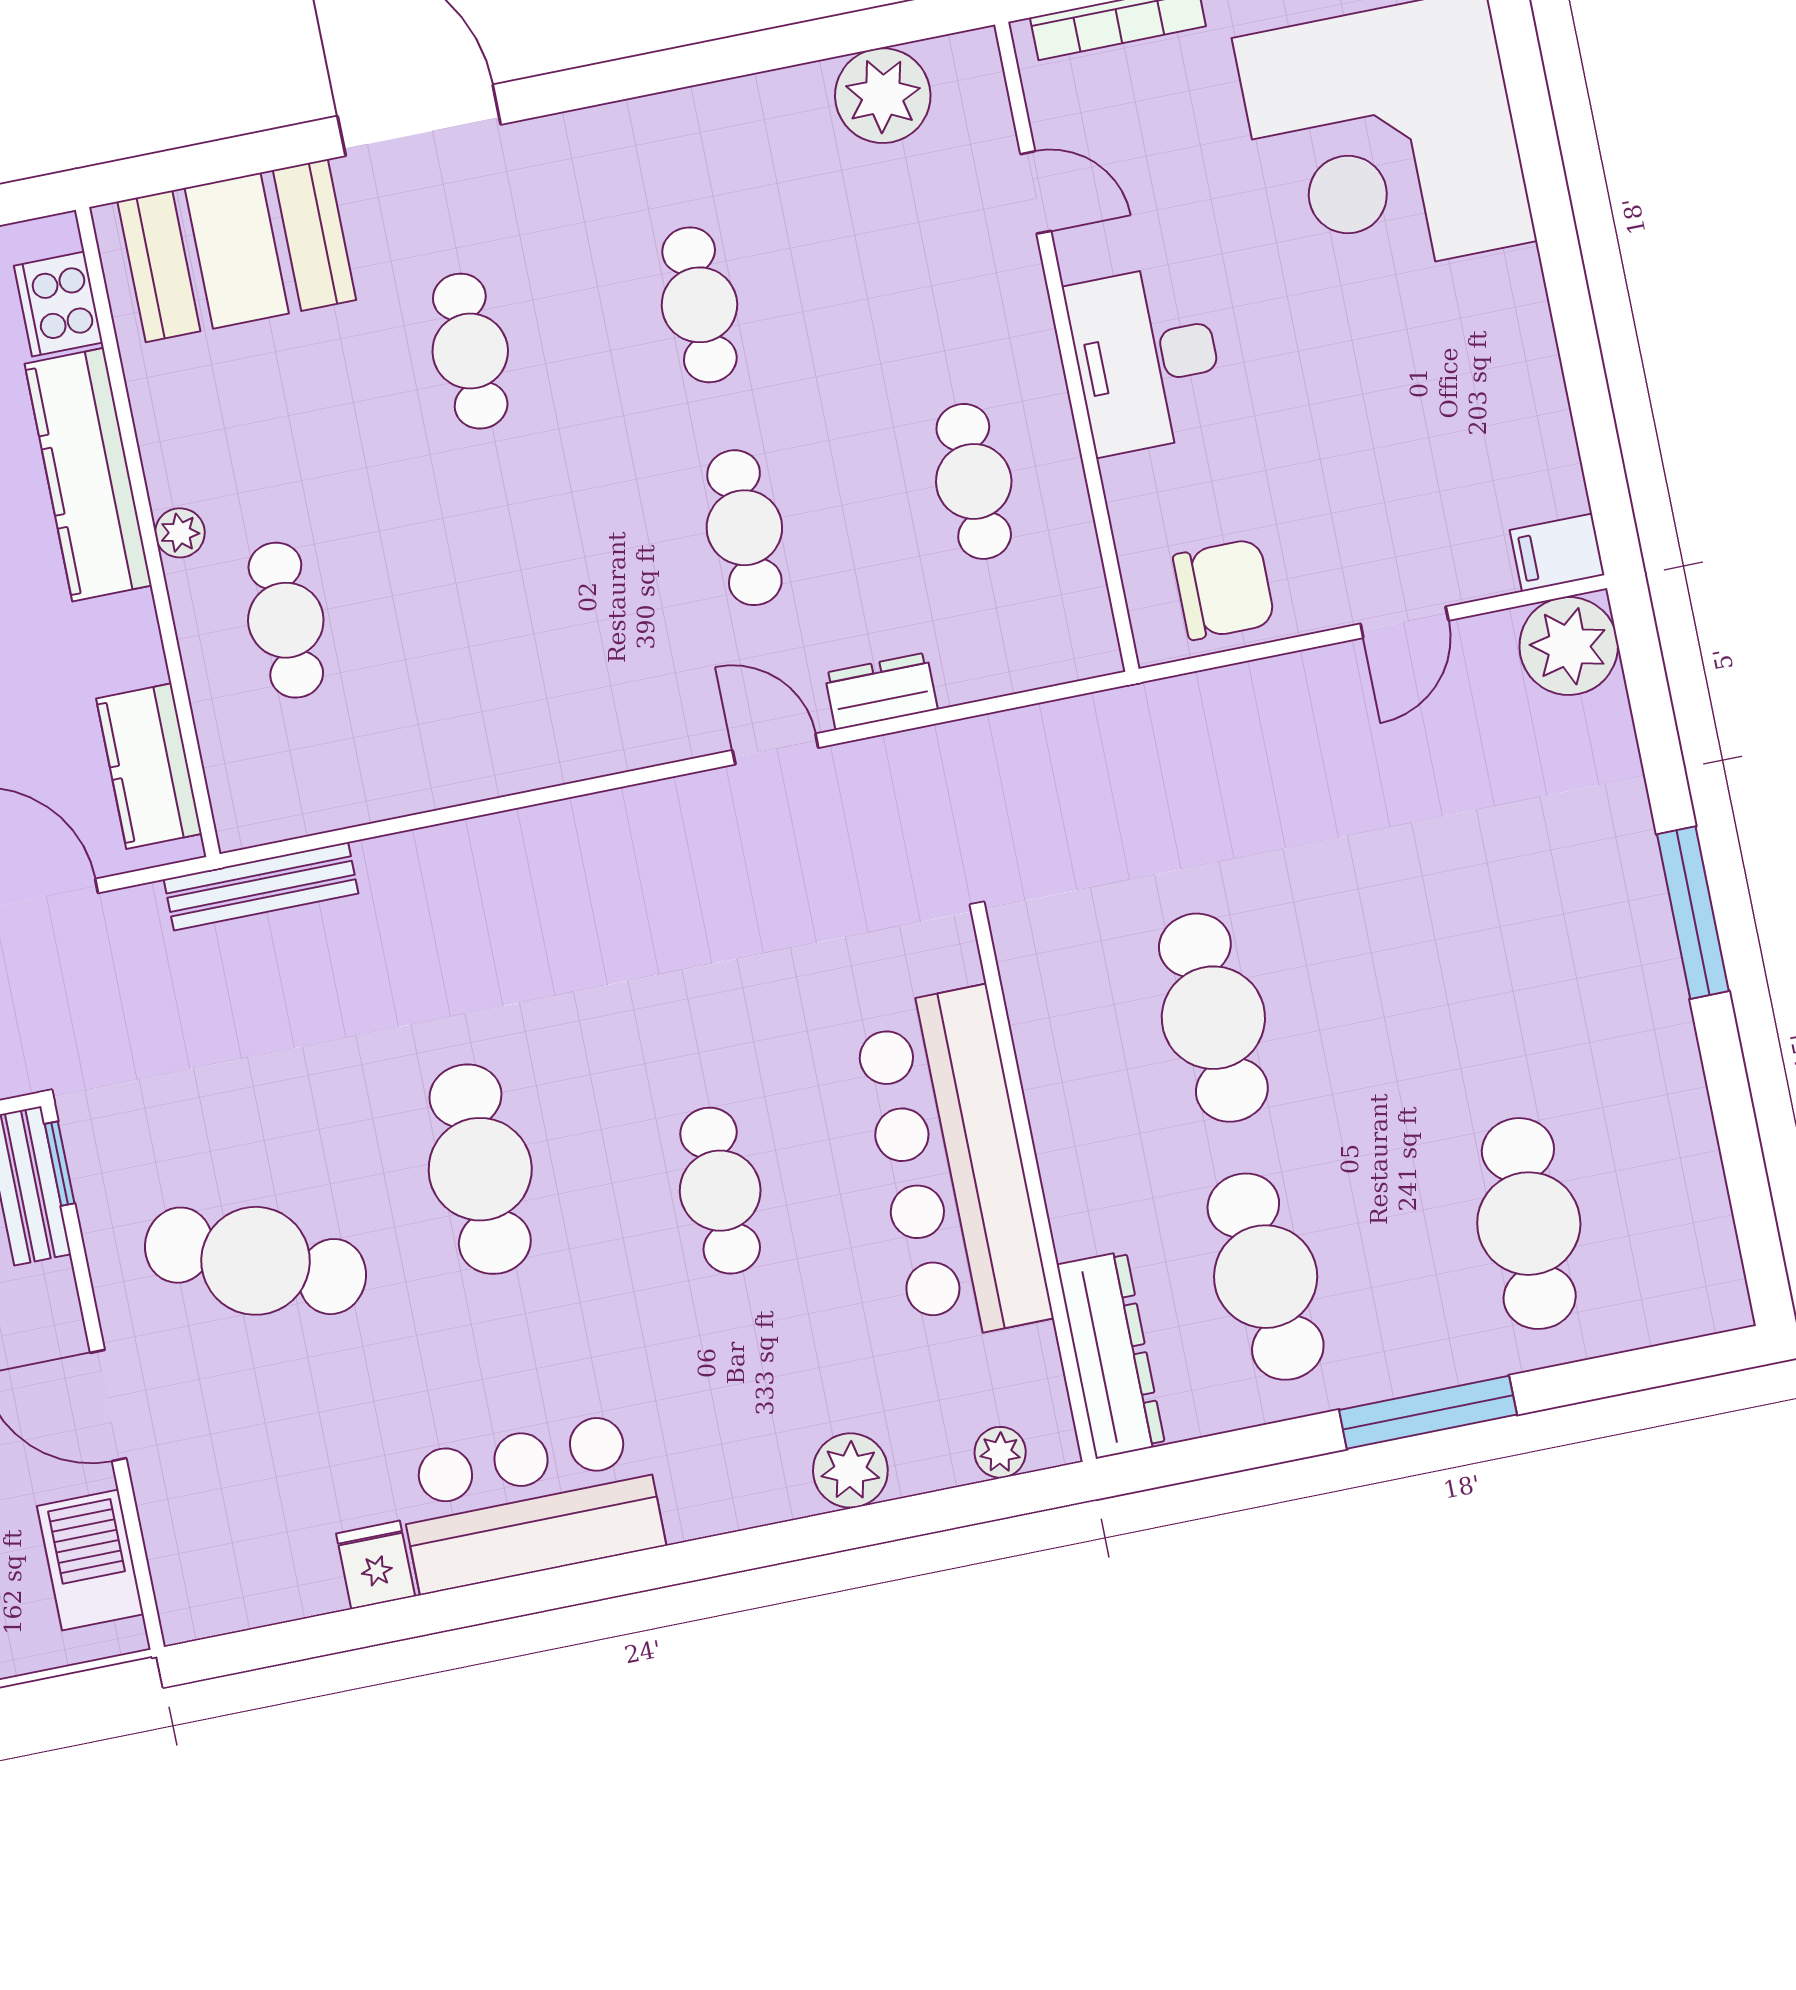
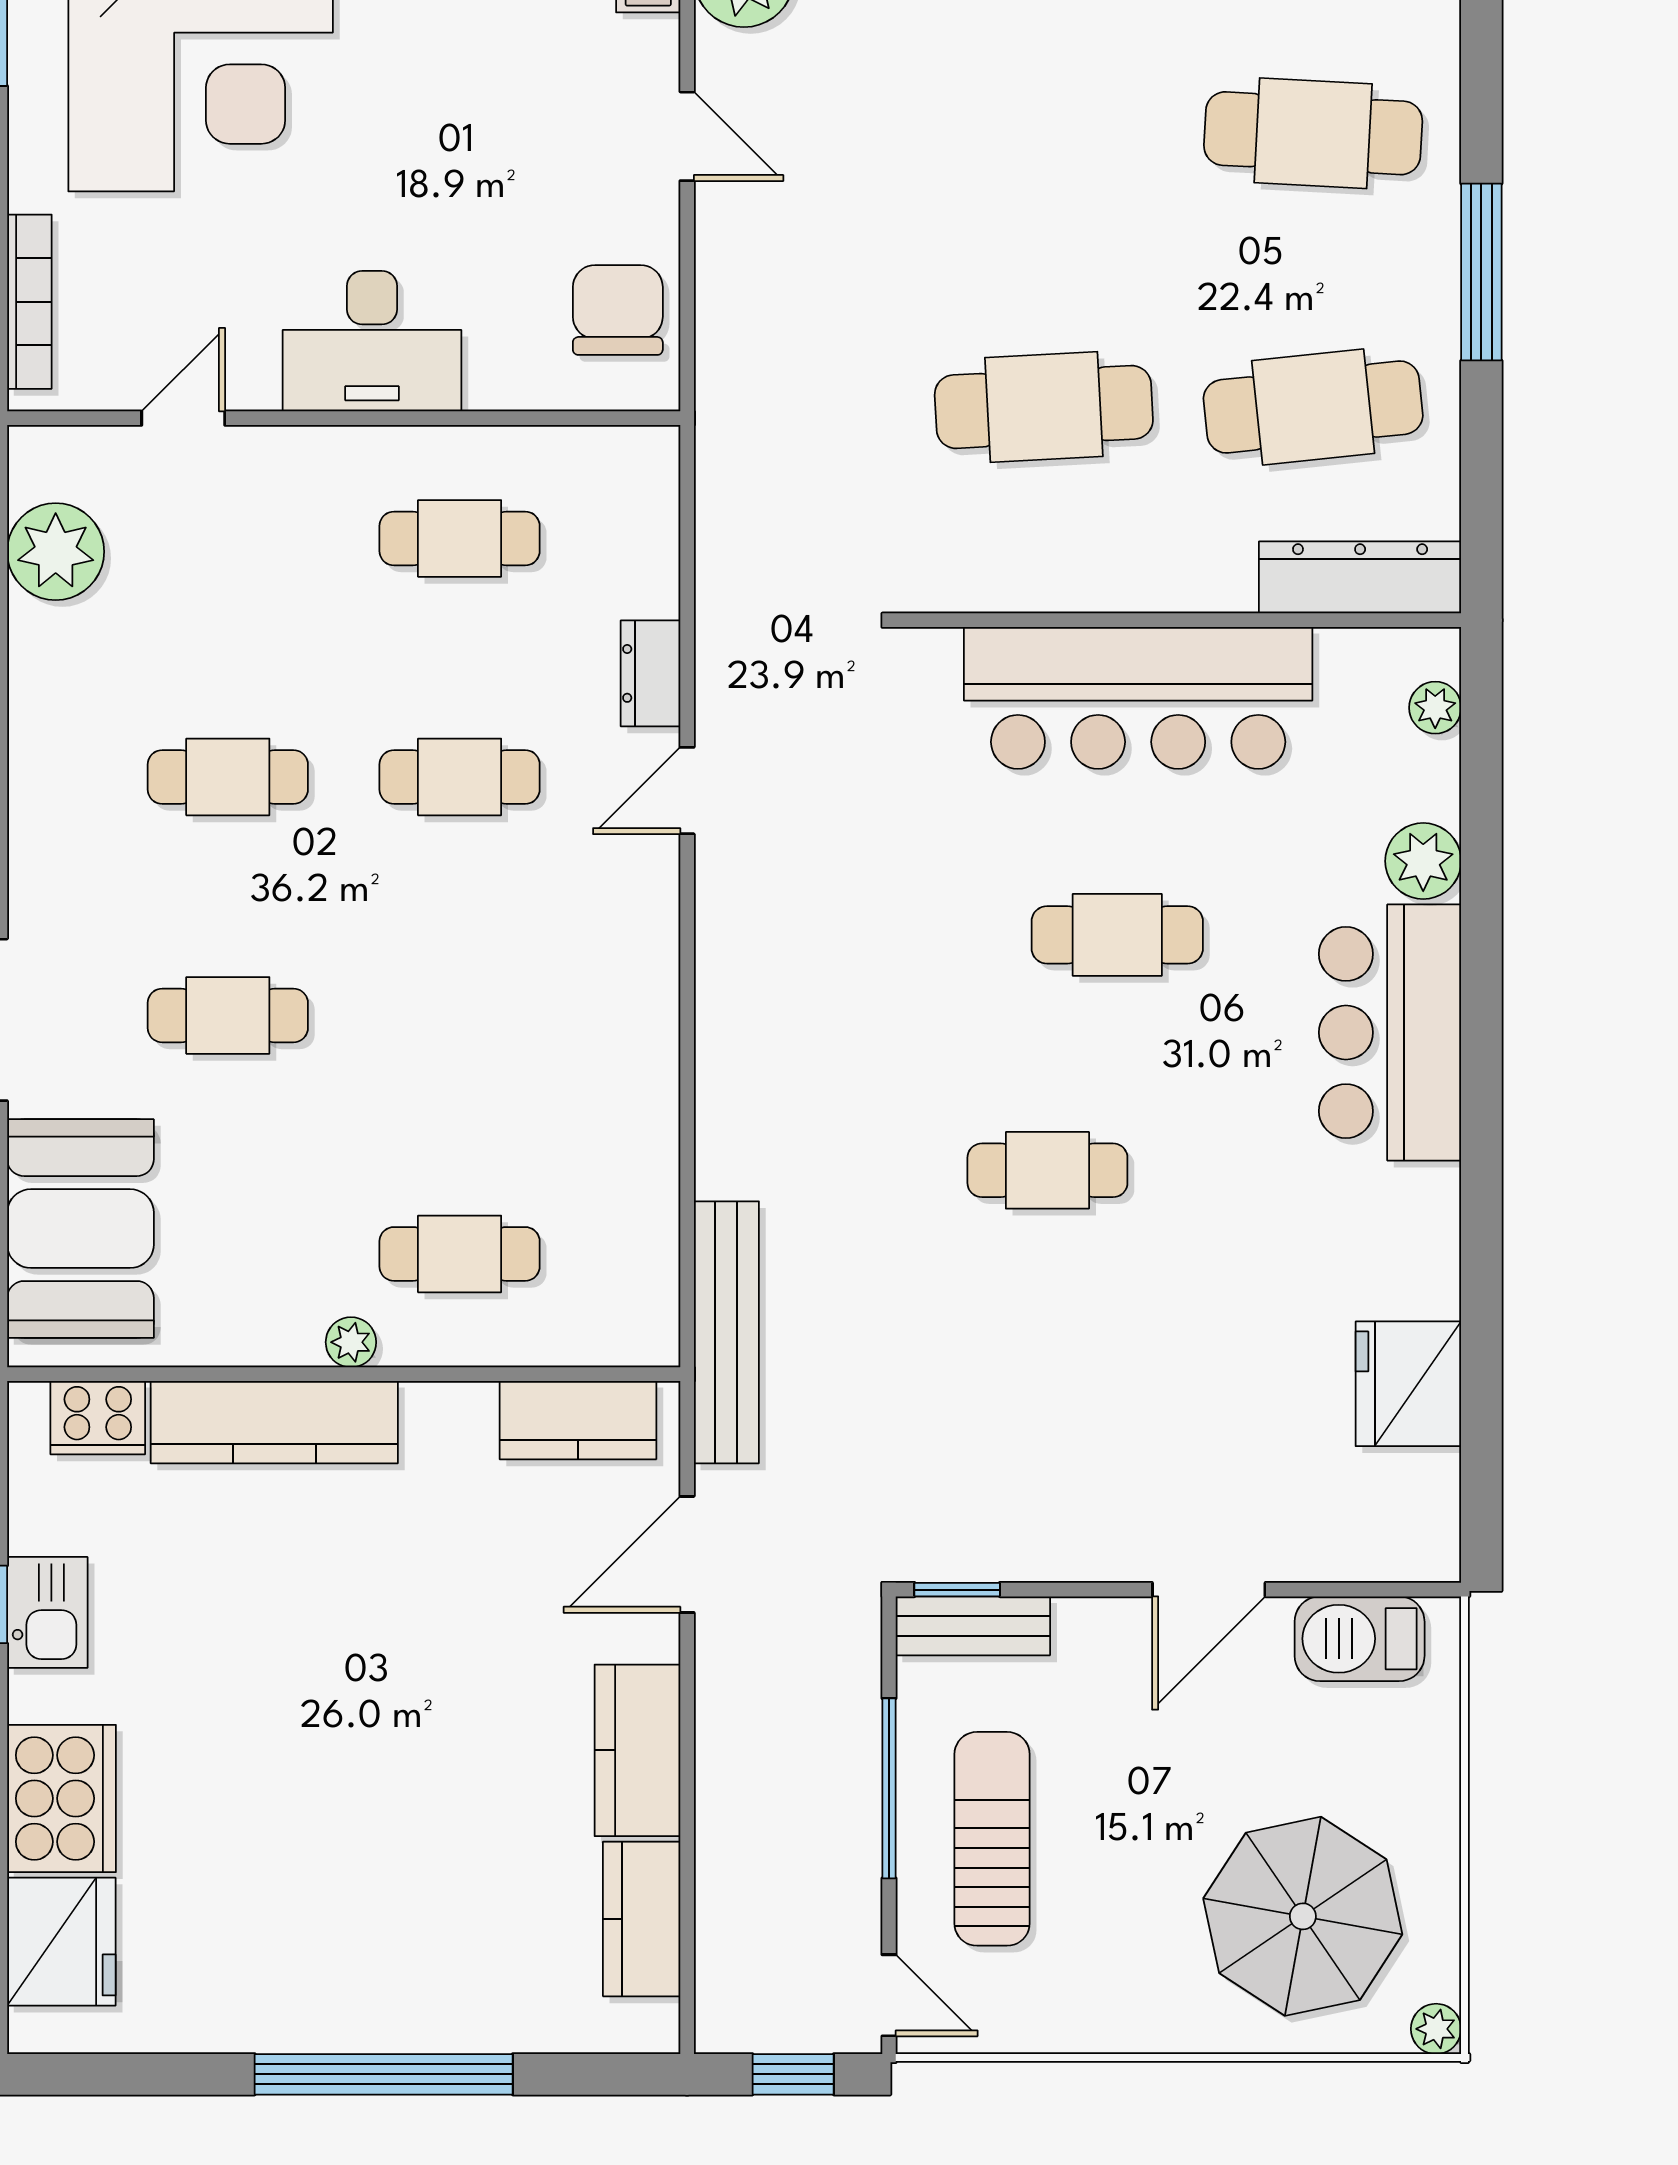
bench: (261, 886) -> (726, 1332), width x1.37, depth x1.21
cafe table: (480, 1169) -> (1047, 1170), width x0.73, depth x0.74
cafe table: (256, 1261) -> (1094, 1413), removed
bar counter: (530, 1502) -> (1390, 1032), moved
fridge: (376, 1565) -> (1408, 1384), width x1.88, depth x1.34

